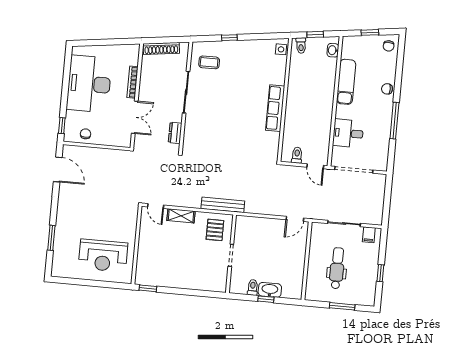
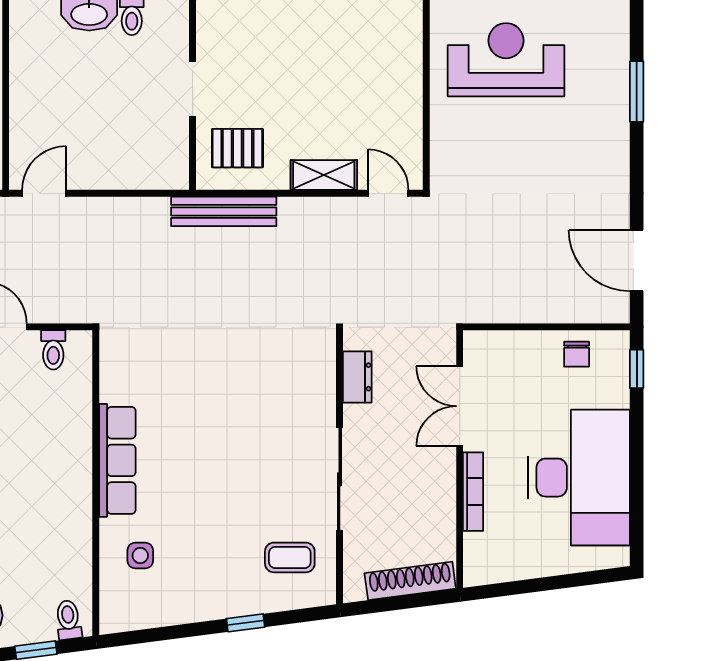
side table: (281, 49) -> (140, 556), moved
pallet: (215, 230) -> (237, 148), turned 90

